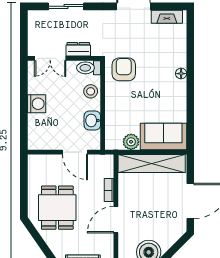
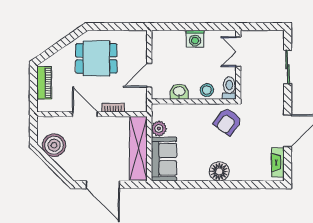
dresser: (78, 49) -> (247, 78), removed
armchair: (124, 69) -> (228, 122), turned 126
floor lamp: (181, 74) -> (219, 171), width x1.89, depth x1.89

